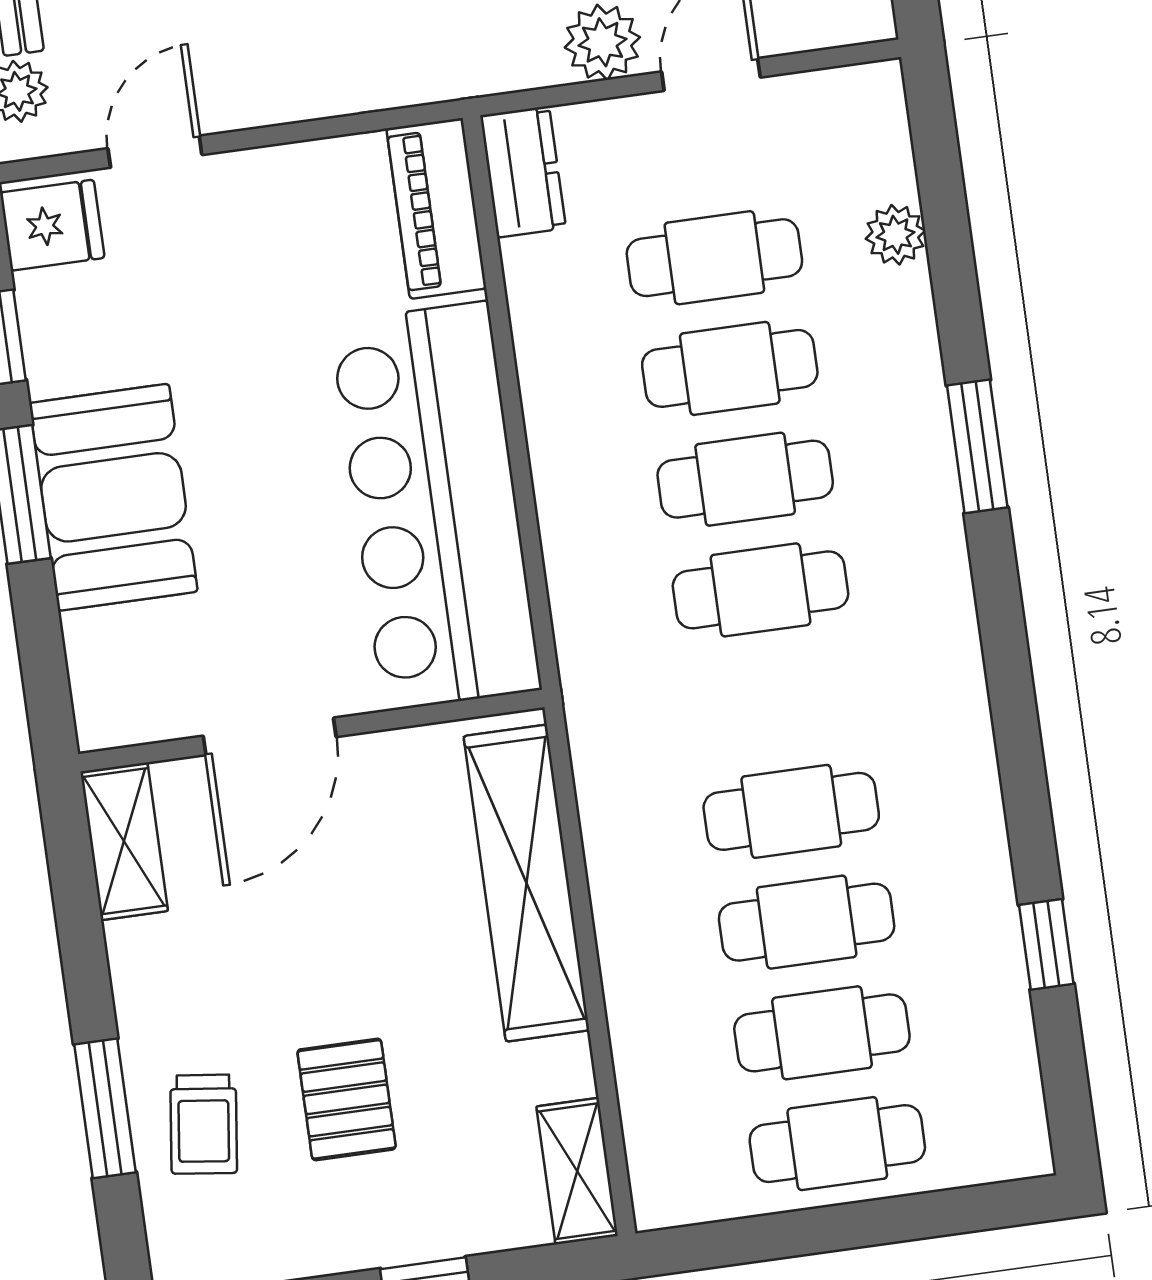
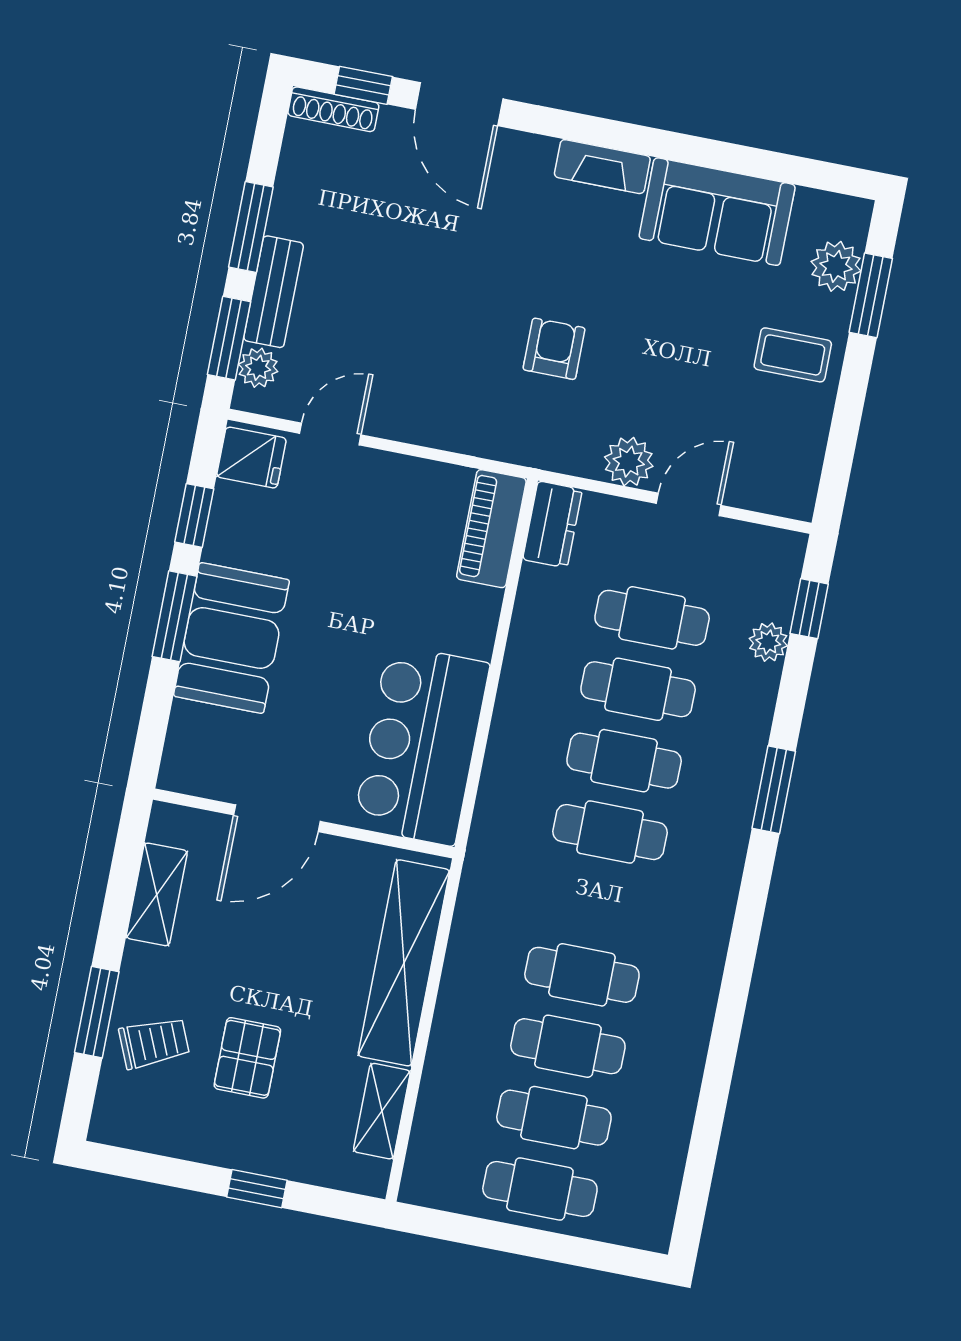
bar counter: (436, 506) -> (421, 745), width x0.73
shelving: (124, 841) -> (157, 894), moved
window: (1046, 944) -> (809, 609), moved
trolley: (204, 1124) -> (154, 1043), turned -120
shelving: (577, 1171) -> (382, 1111), moved

